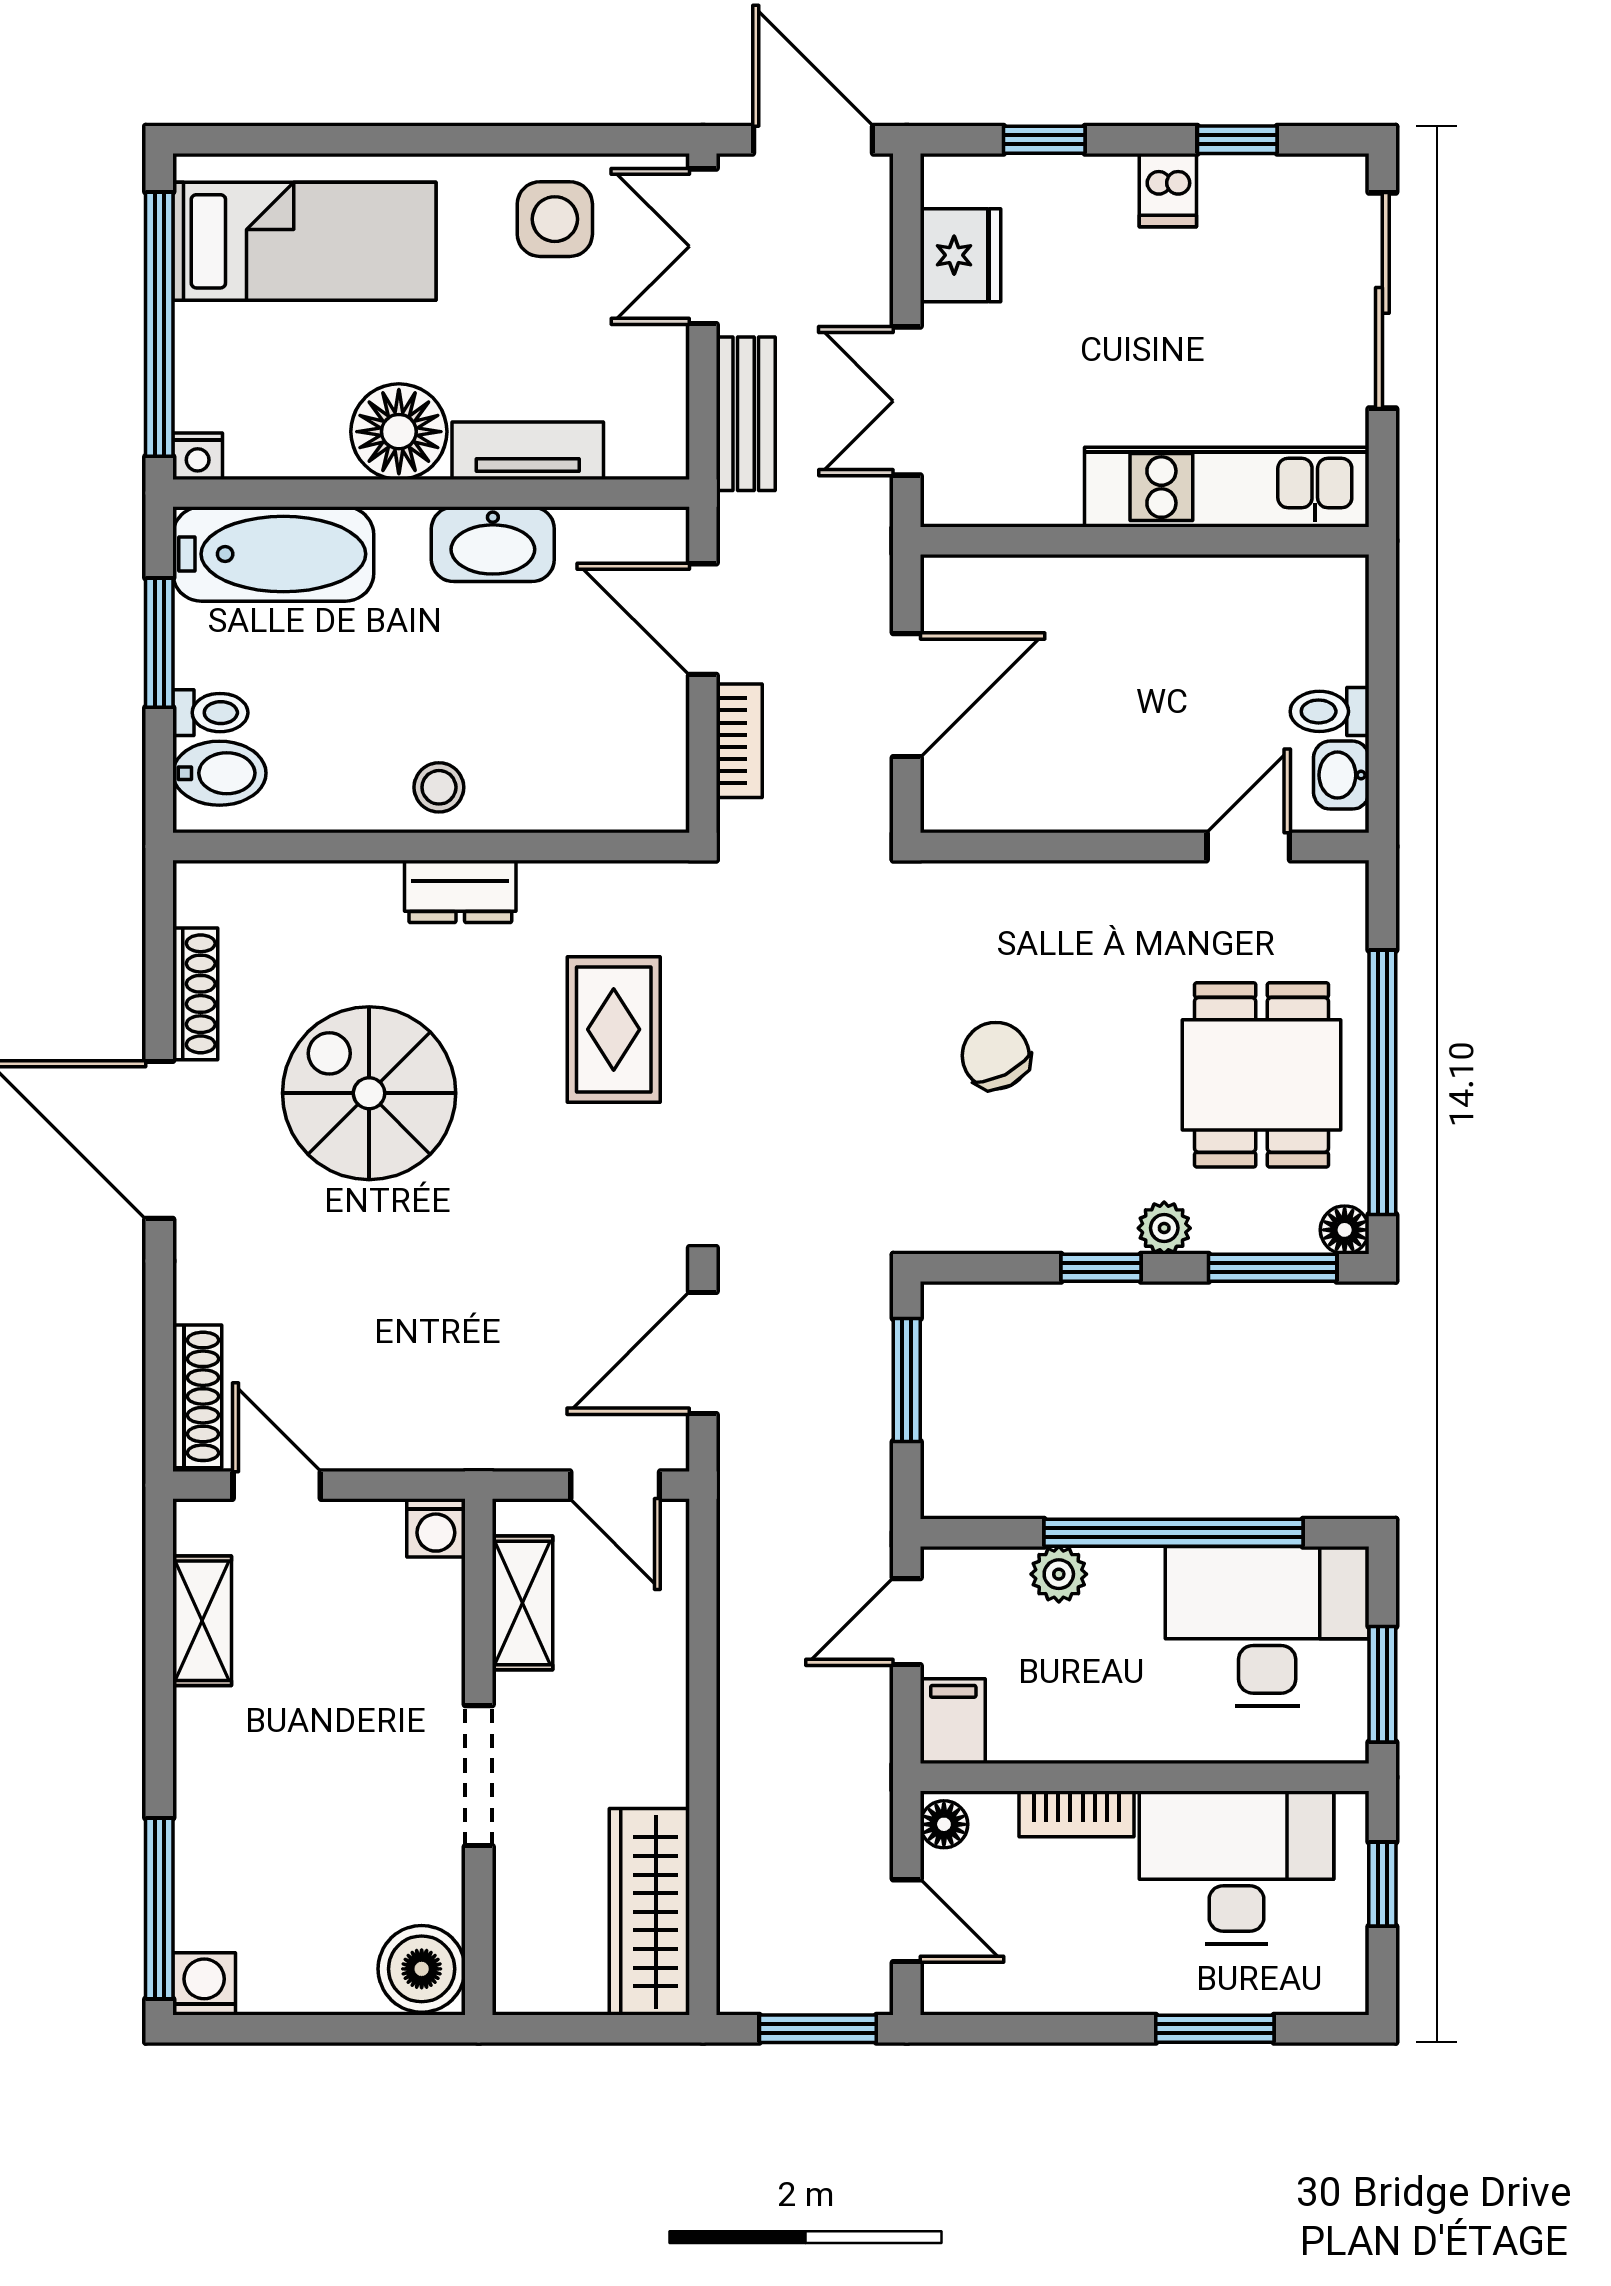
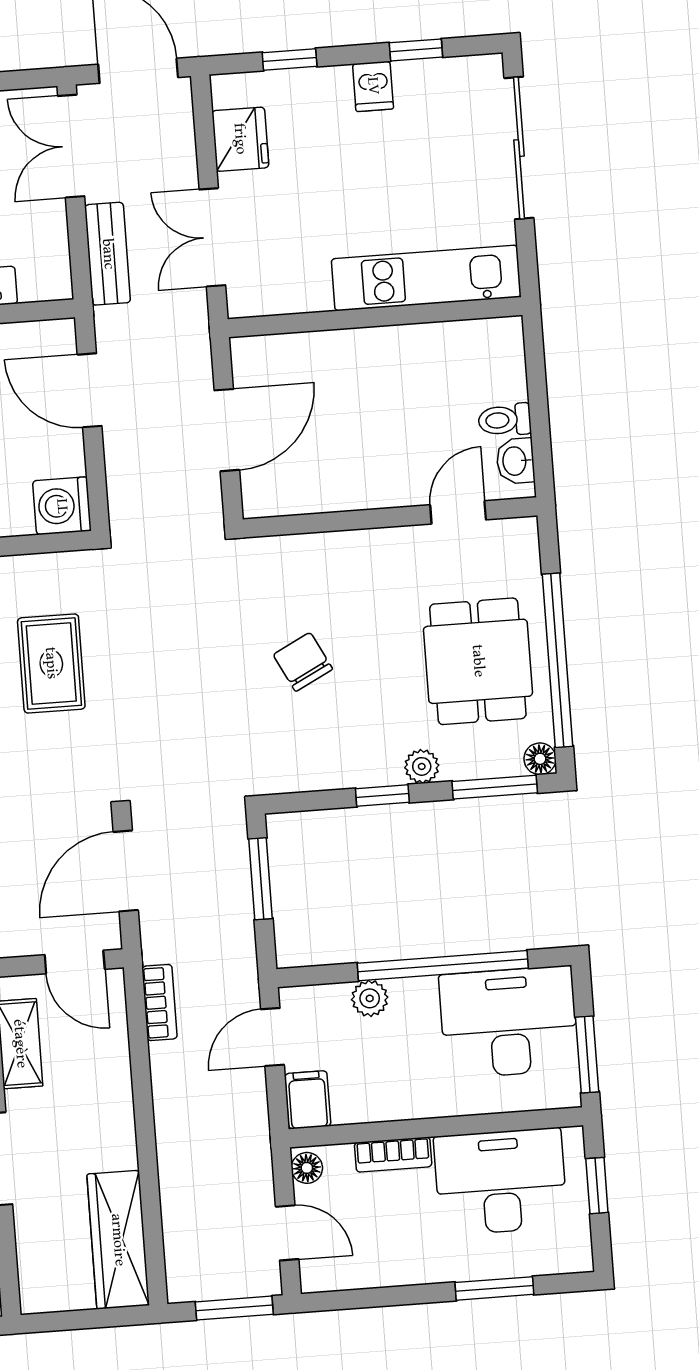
bookcase: (739, 741) -> (160, 1002), moved
washing machine: (648, 791) -> (62, 506), added

